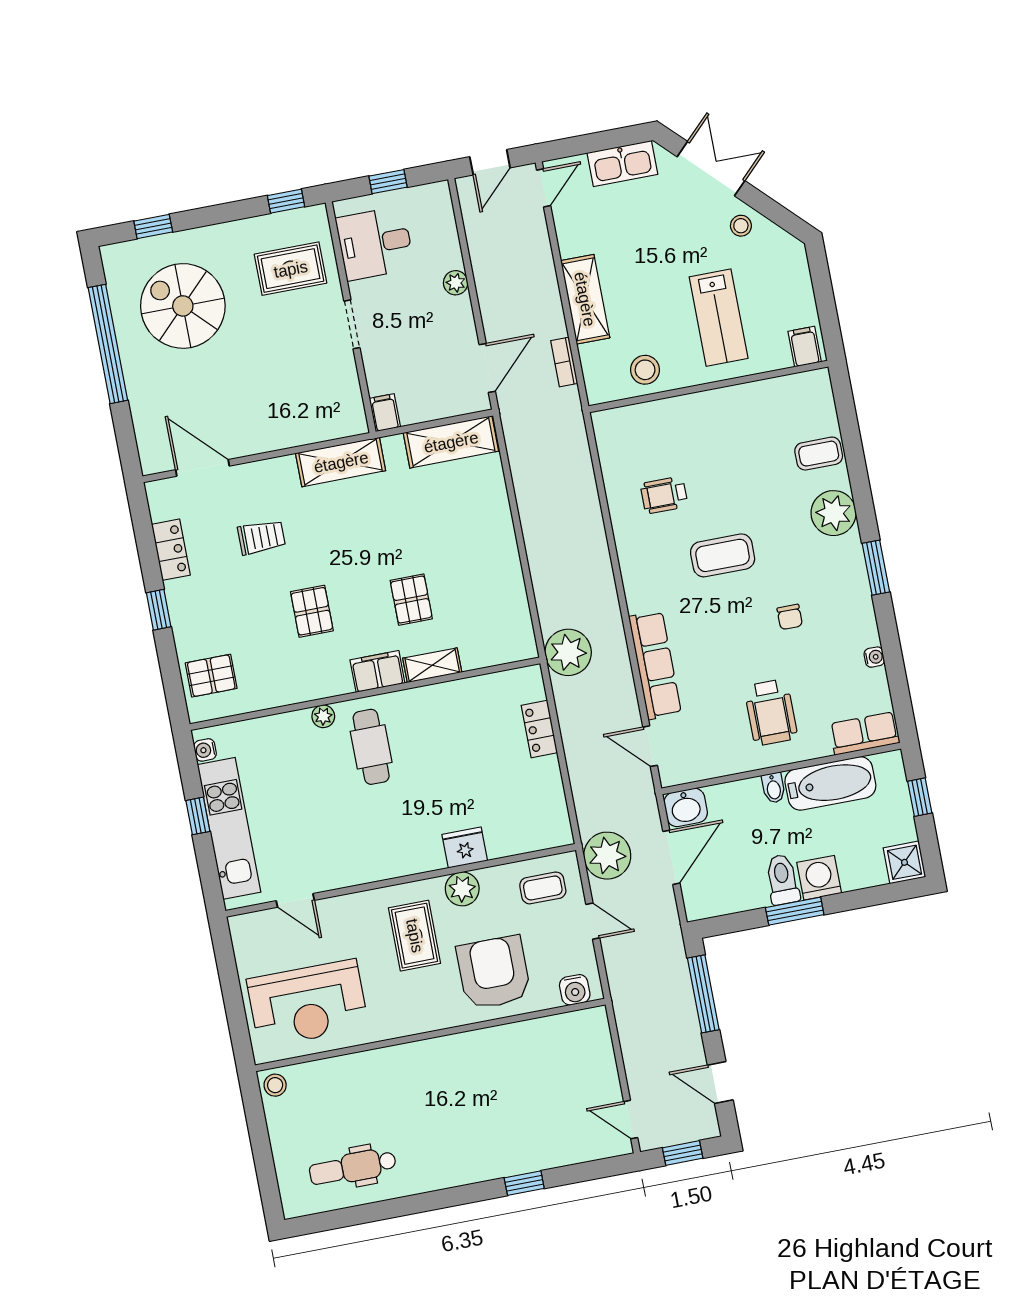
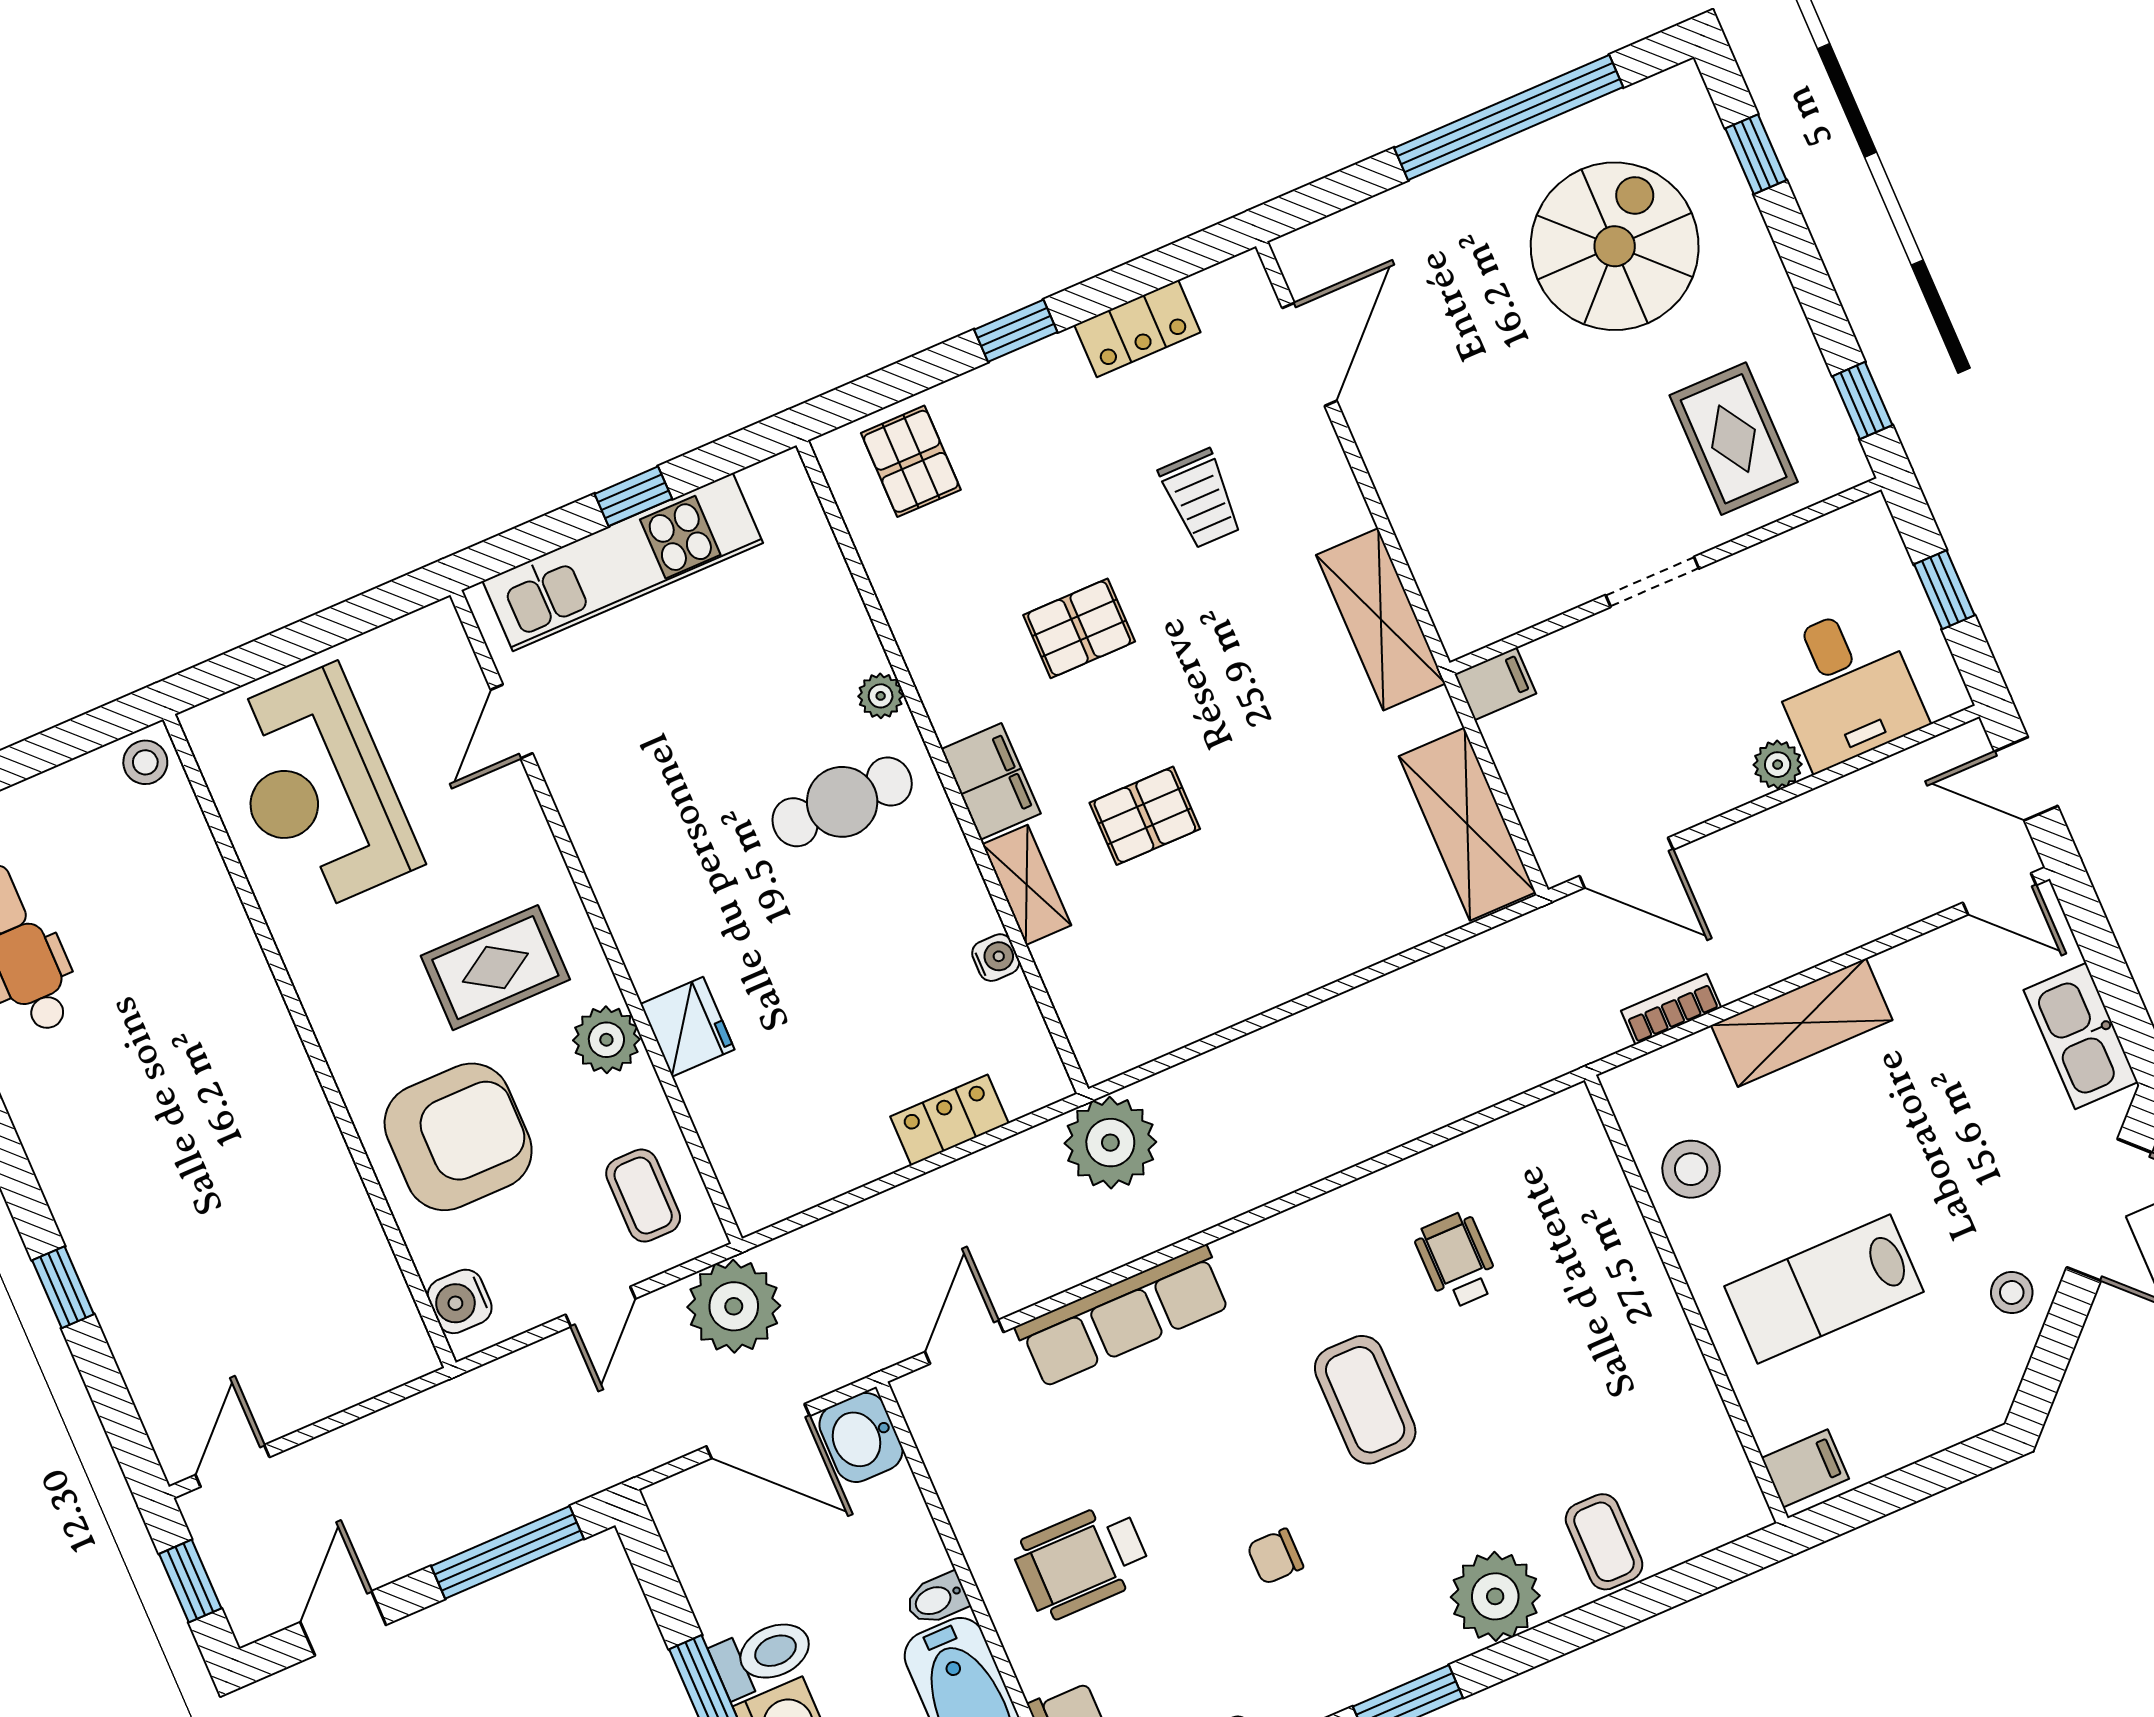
desk: (375, 243) -> (1845, 686), moved, turned 180
water cooler: (205, 750) -> (996, 958), moved, turned 90

